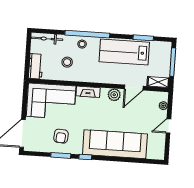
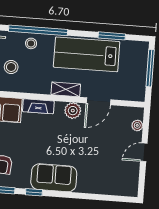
shelving: (158, 82) -> (66, 89), moved
sofa: (115, 144) -> (54, 178), width x0.54, depth x0.79

